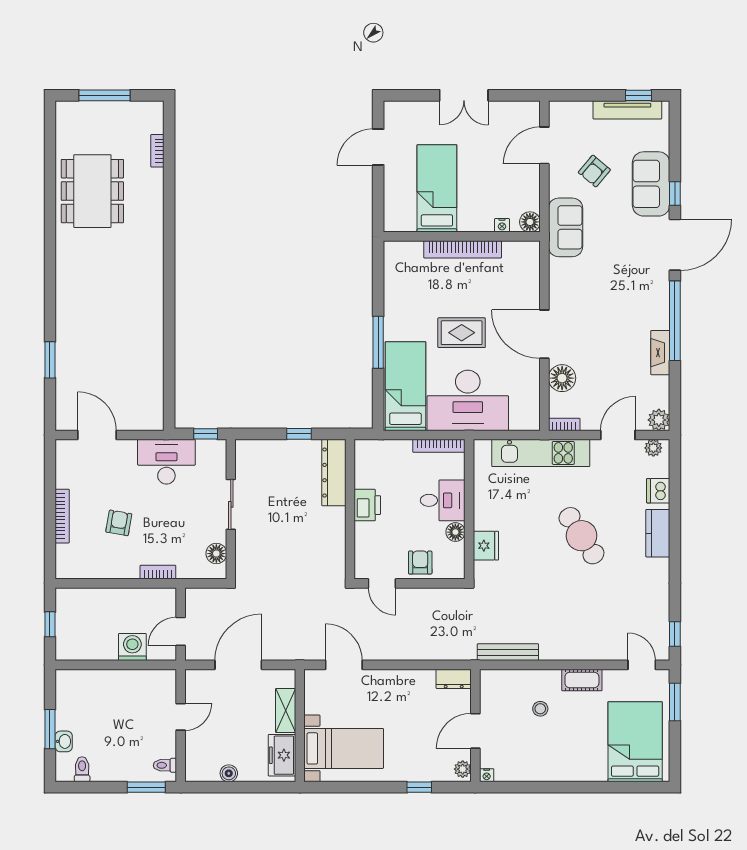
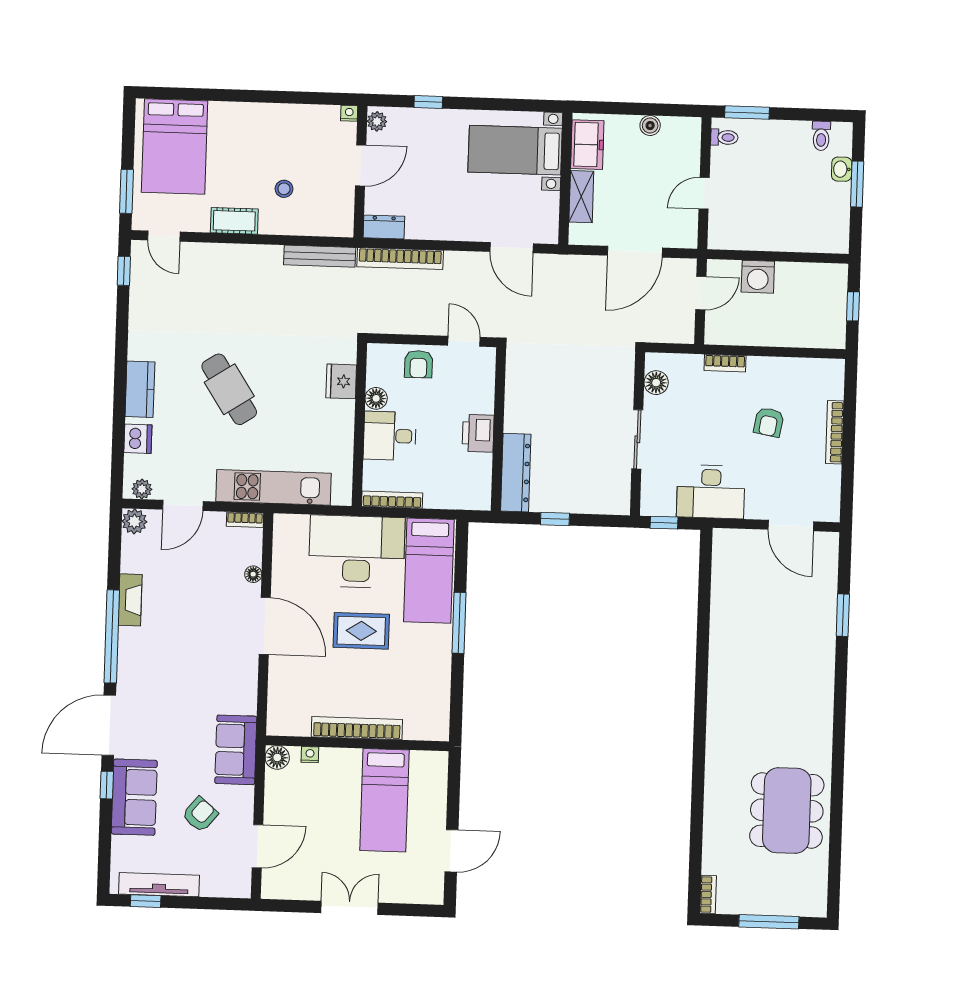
bookcase: (157, 151) -> (708, 895), moved
floor lamp: (562, 378) -> (253, 574), width x0.53, depth x0.53
bookcase: (439, 652) -> (400, 259), added

